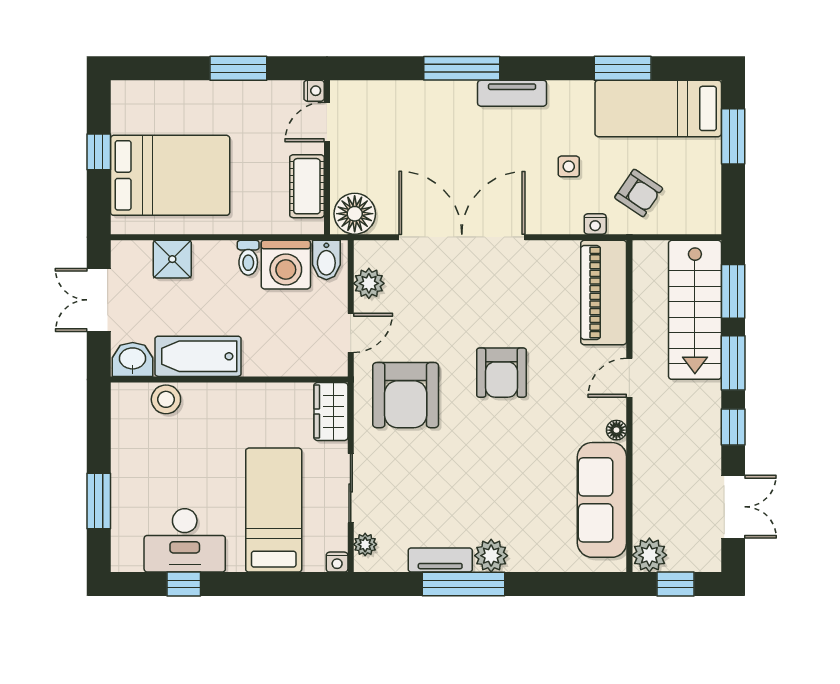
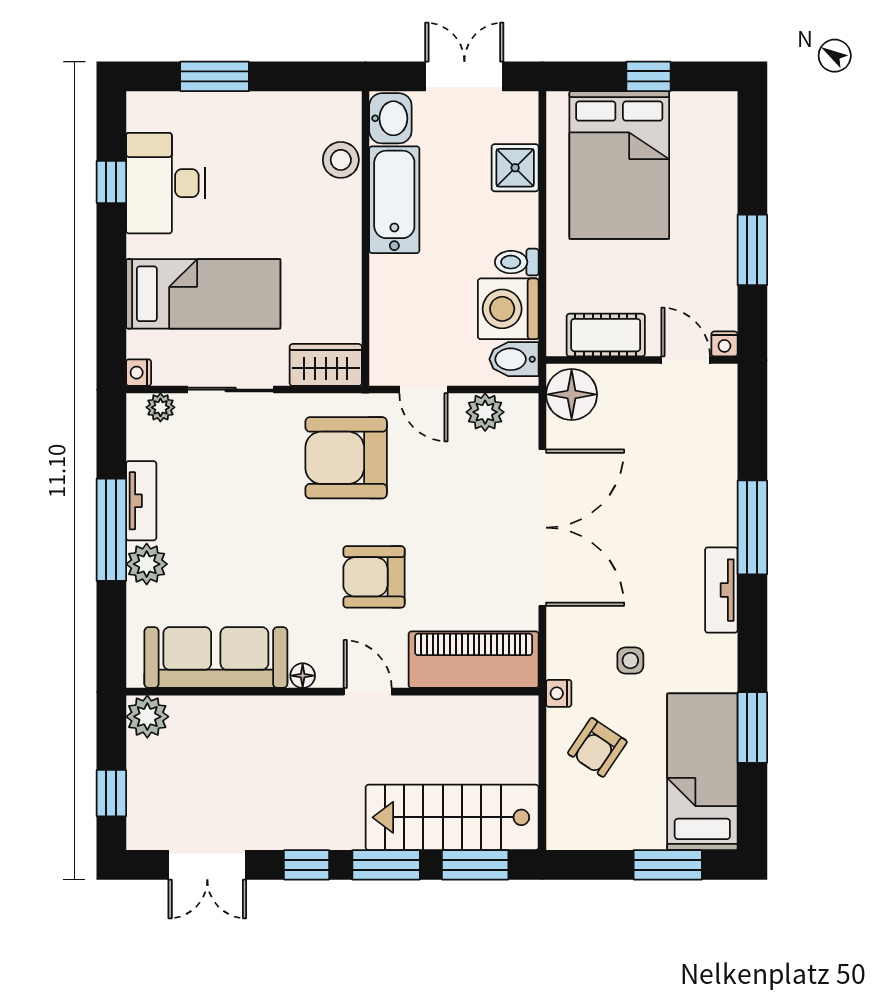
piano: (604, 293) -> (474, 660), moved
door: (629, 378) -> (368, 692), moved
wall: (629, 406) -> (332, 692), moved
floor lamp: (616, 430) -> (303, 676), moved
sofa: (602, 500) -> (216, 658), moved
plant: (649, 555) -> (147, 717), moved

